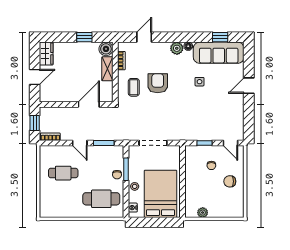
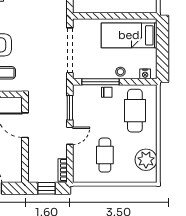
doorway: (153, 143) -> (70, 50), width x1.36
window: (126, 169) -> (100, 82), width x1.44
bed: (160, 194) -> (129, 35), width x0.67
plant: (59, 208) -> (146, 160), added

